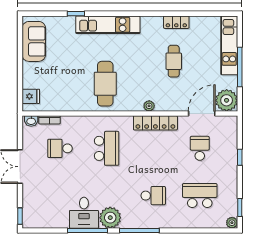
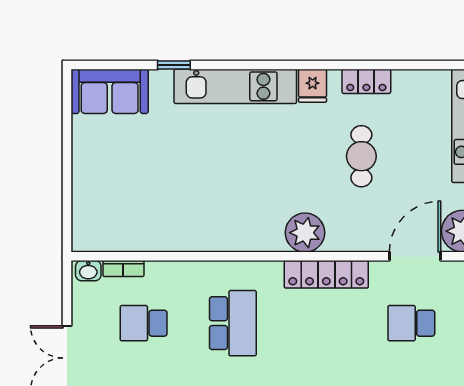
sofa: (34, 41) -> (110, 91), moved, turned 90
cafe table: (105, 84) -> (230, 199), removed
fridge: (31, 96) -> (313, 86), moved, turned 90
plant: (149, 106) -> (305, 233), width x1.88, depth x1.88
school desk: (200, 148) -> (411, 323), turned -90

